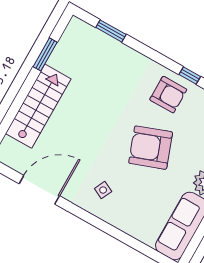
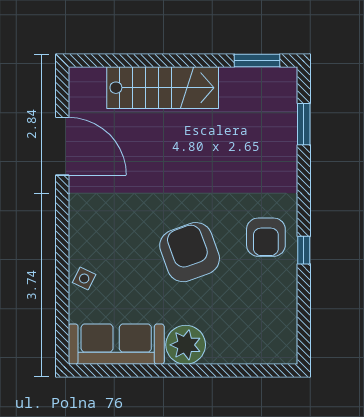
window: (45, 54) -> (257, 61), moved
side table: (103, 190) -> (84, 279), moved

